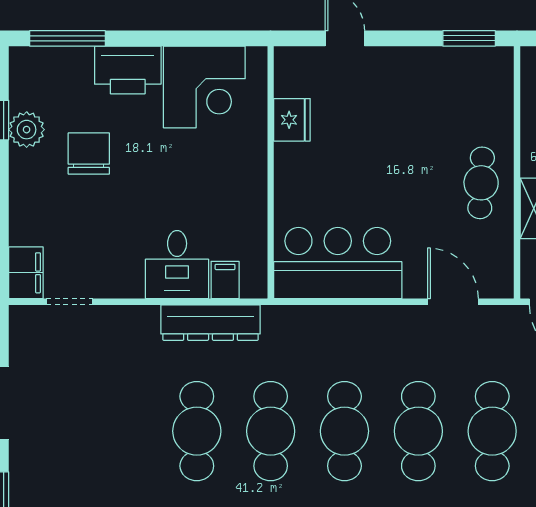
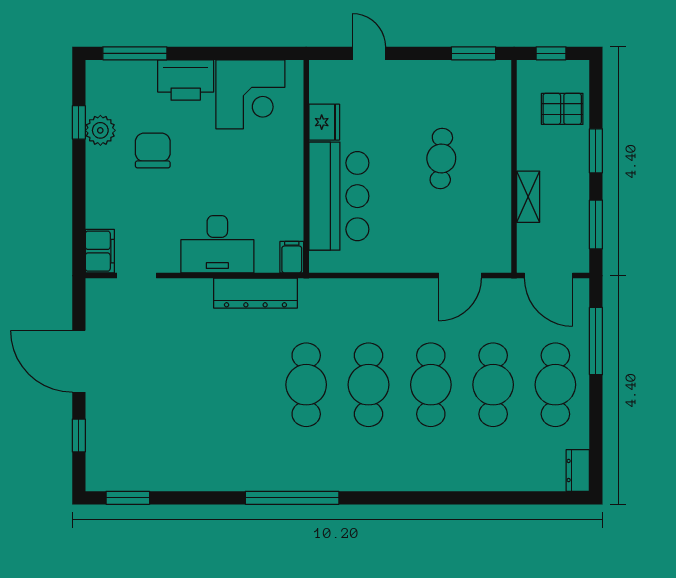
cafe table: (481, 183) -> (441, 158), moved
bar counter: (338, 263) -> (339, 196), moved, turned 90
desk: (177, 265) -> (217, 244), width x1.37
filing cabinet: (225, 280) -> (292, 257), moved
door: (453, 302) -> (460, 276), swing flipped
cafe table: (197, 431) -> (244, 385), removed

